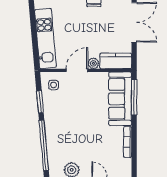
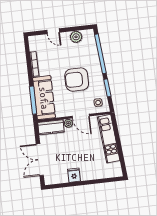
door: (77, 70) -> (81, 116), hinge flipped
armchair: (77, 117) -> (77, 80), added

